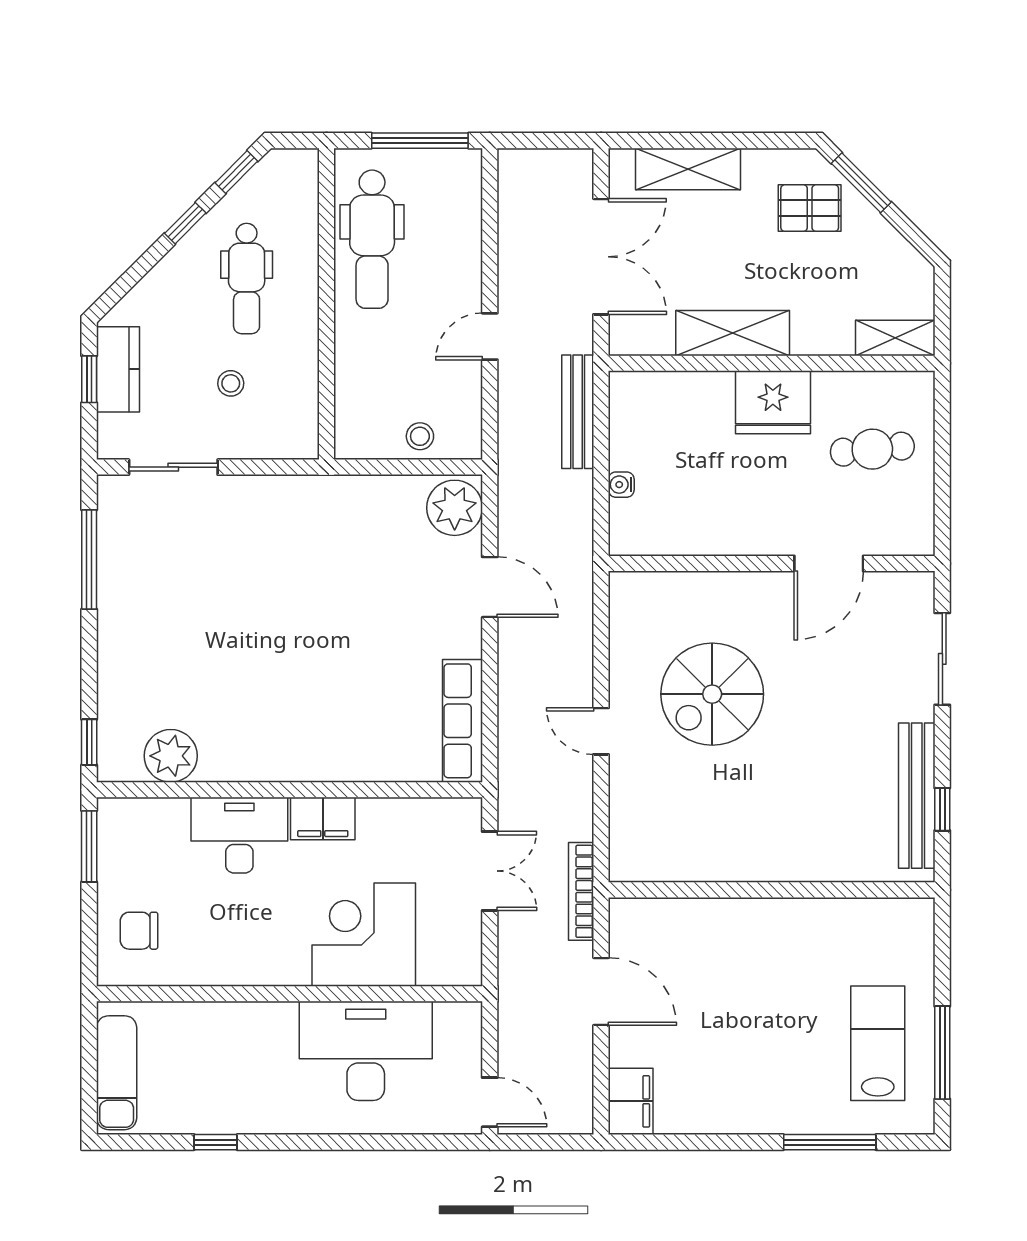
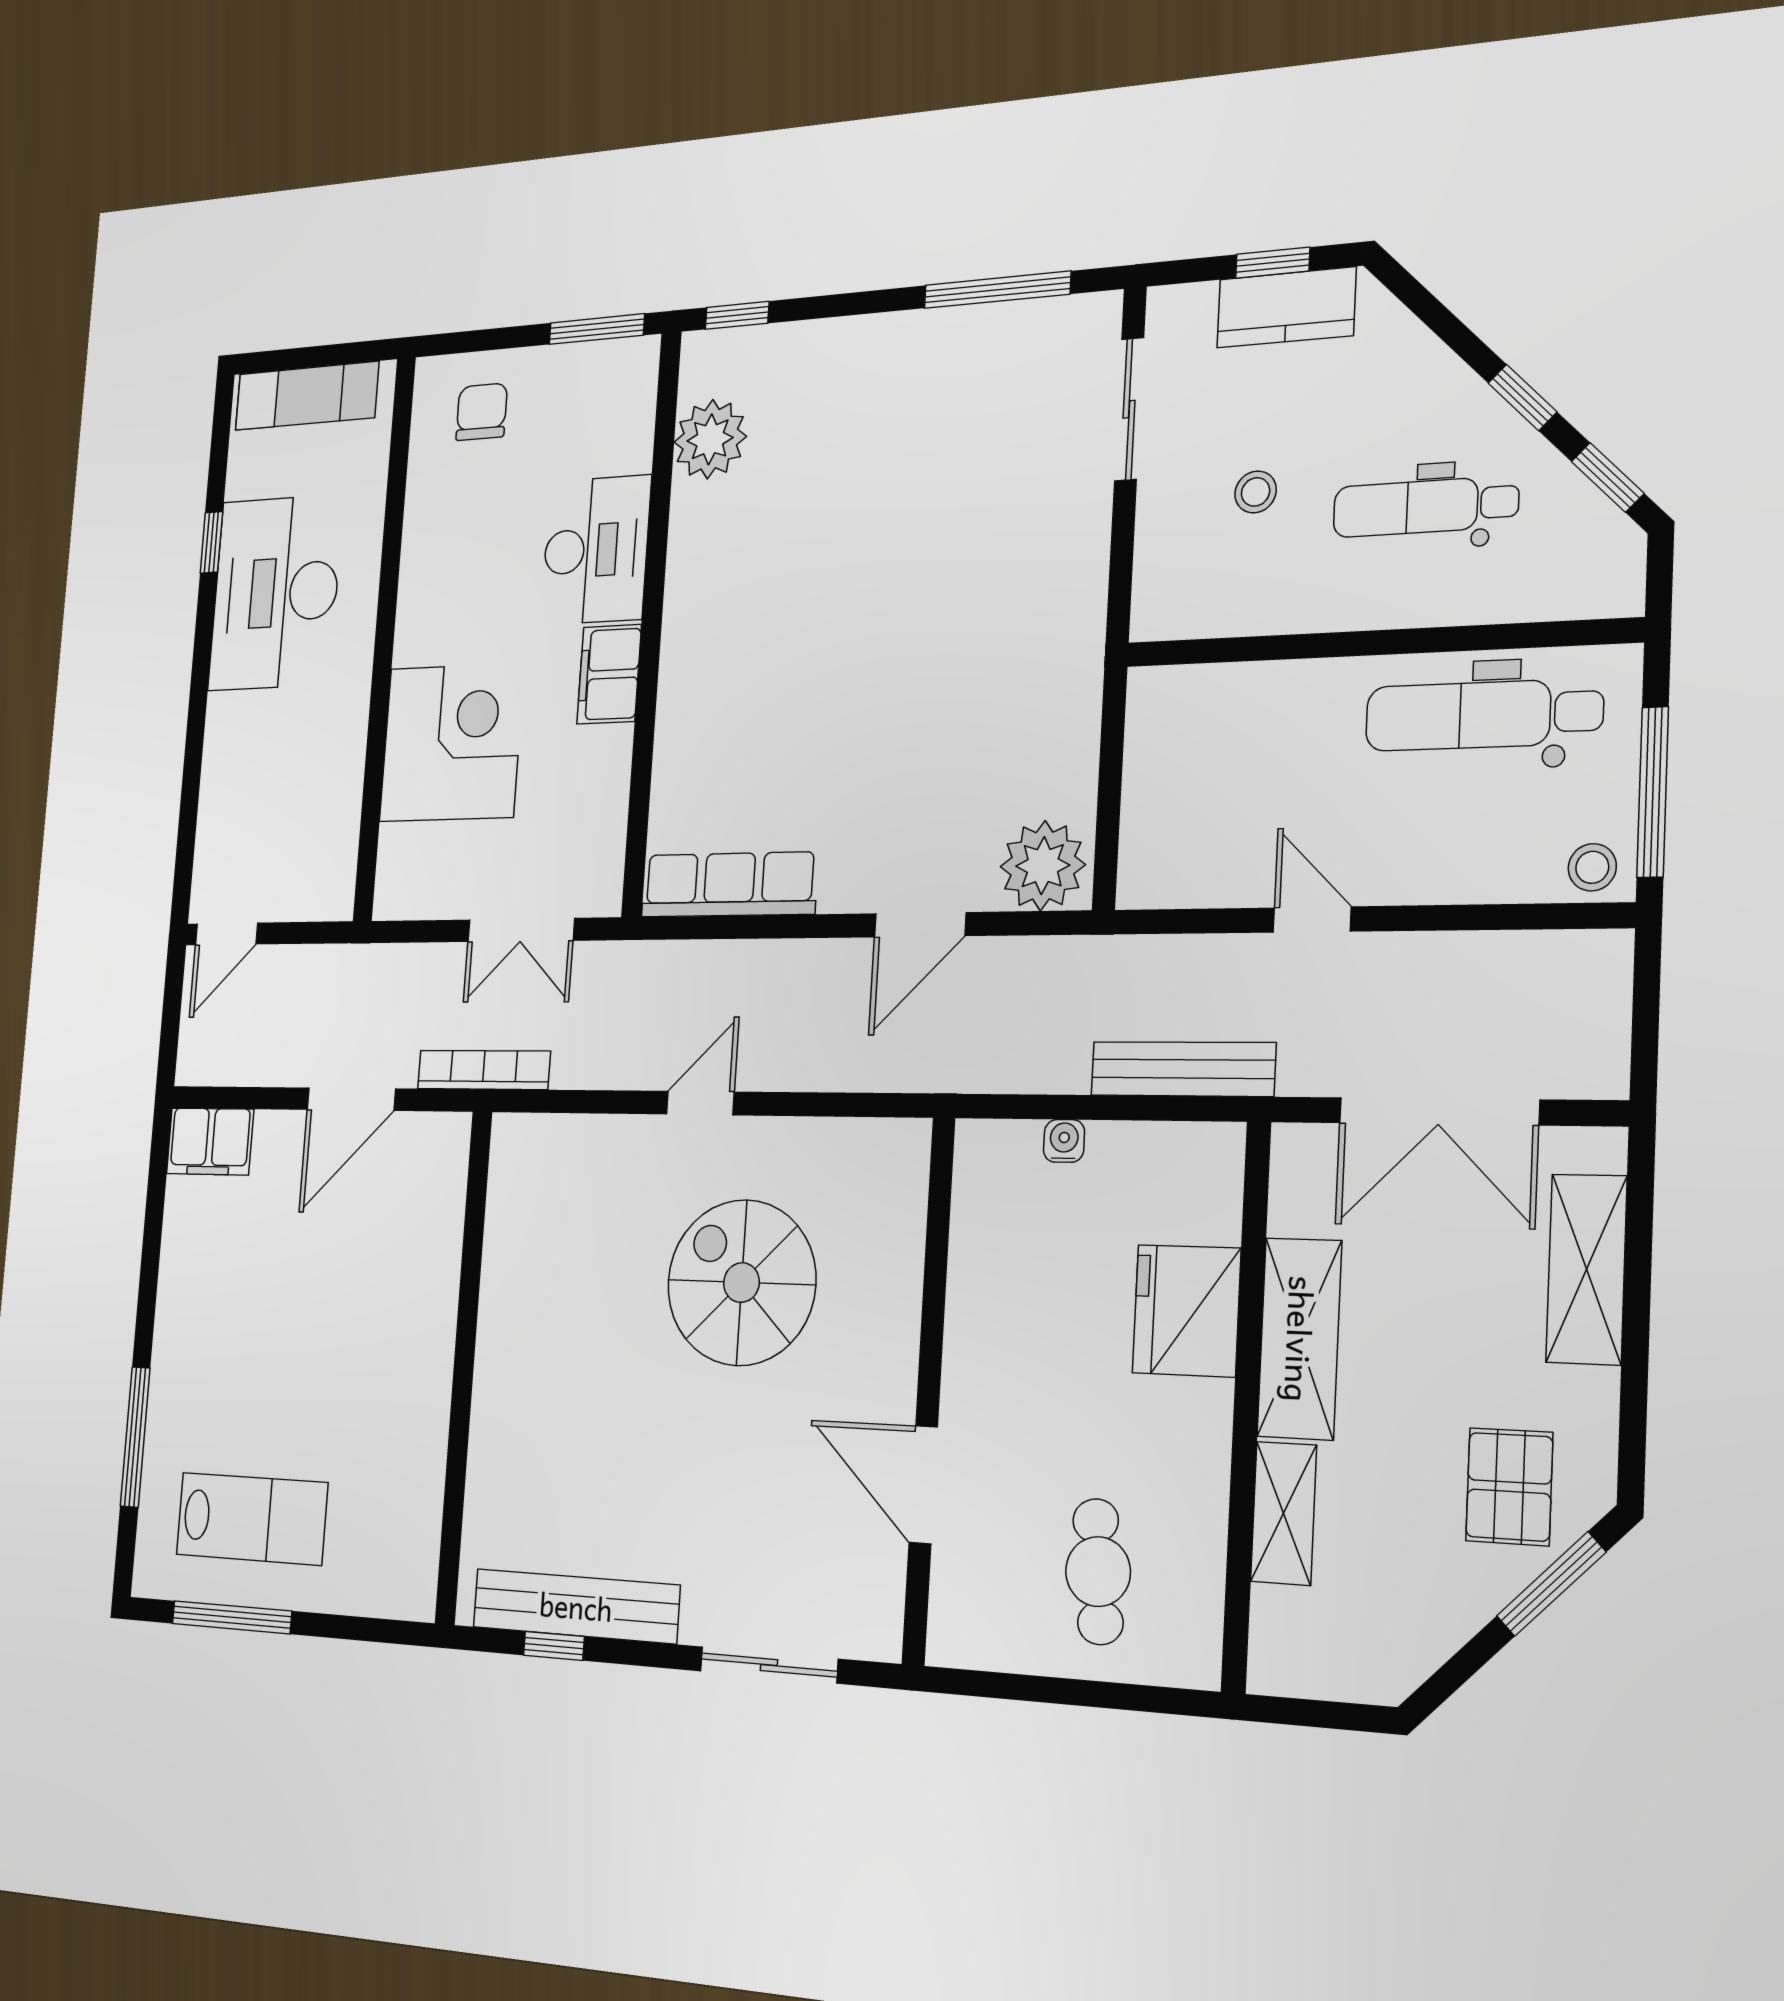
shelving: (895, 338) -> (1284, 1513), moved
fridge: (773, 402) -> (1187, 1311), moved
stool: (420, 436) -> (1592, 867), moved
desk: (366, 1051) -> (276, 593), moved, turned 180

